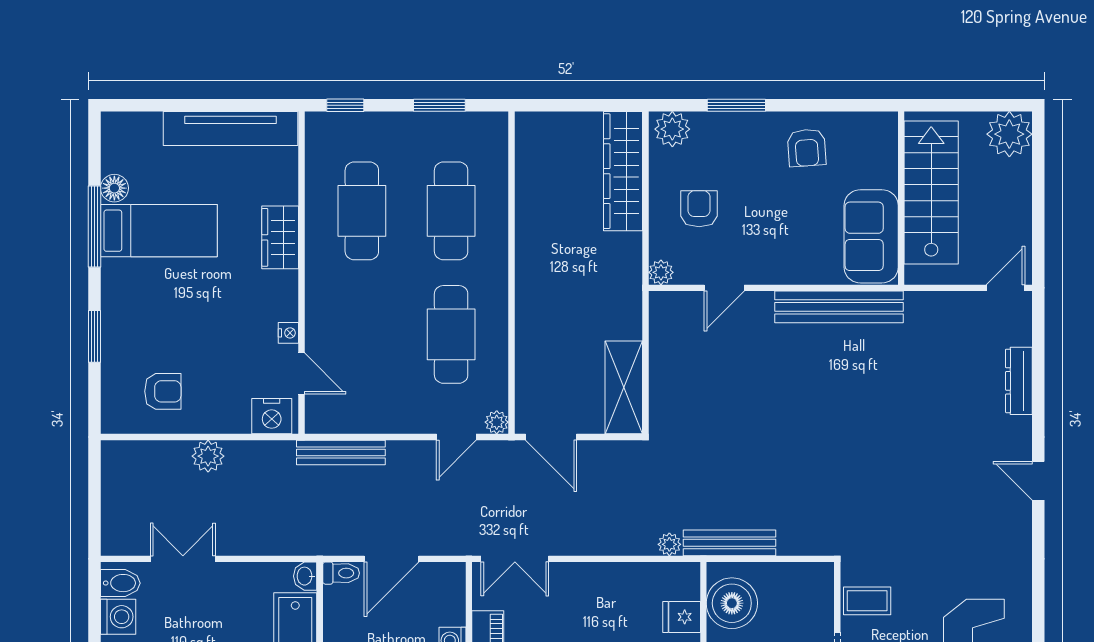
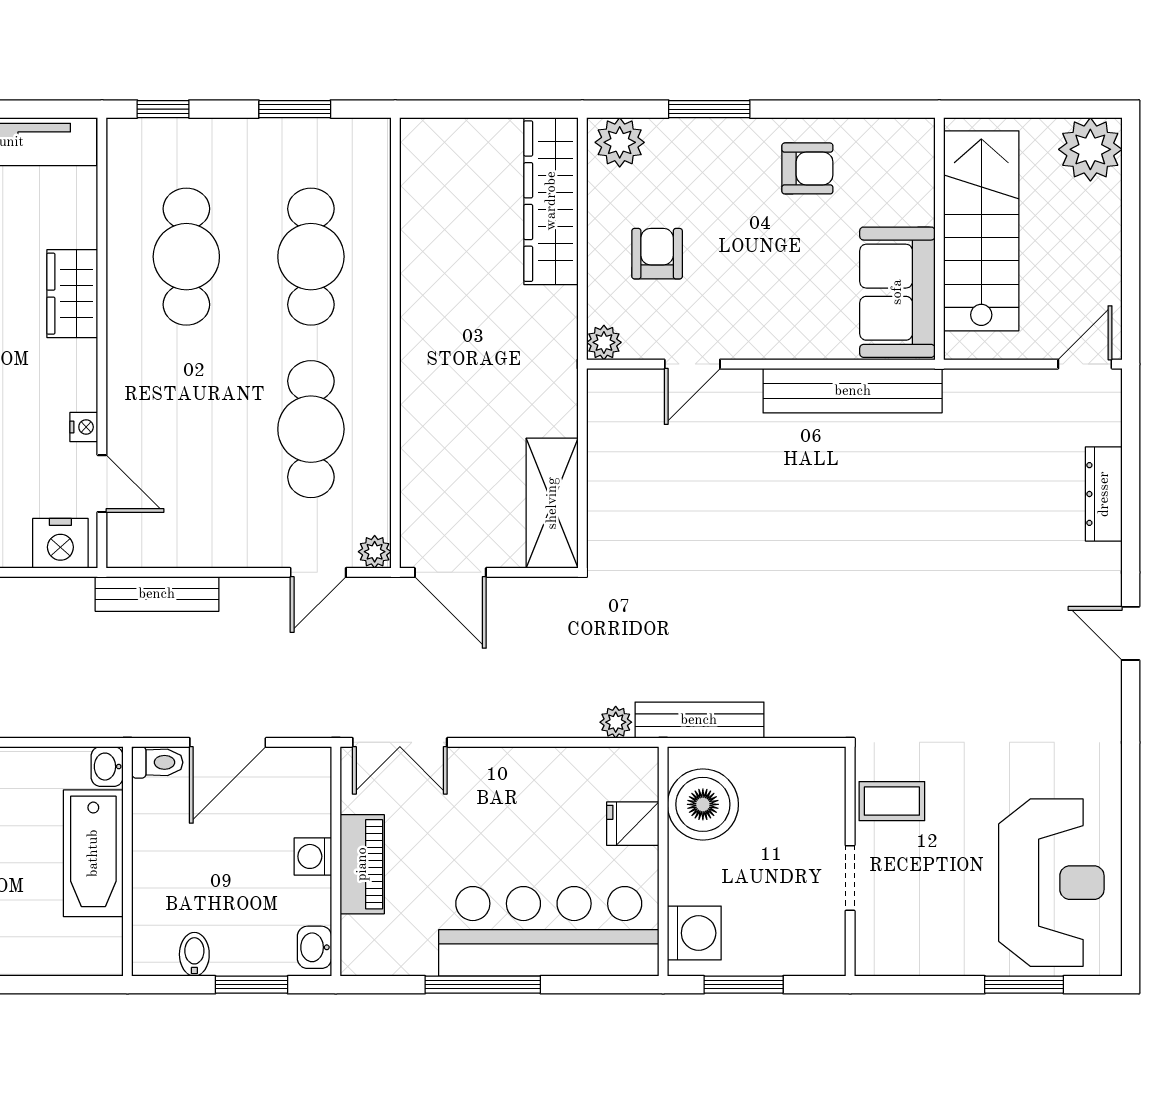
armchair: (807, 148) -> (807, 168), turned -86

